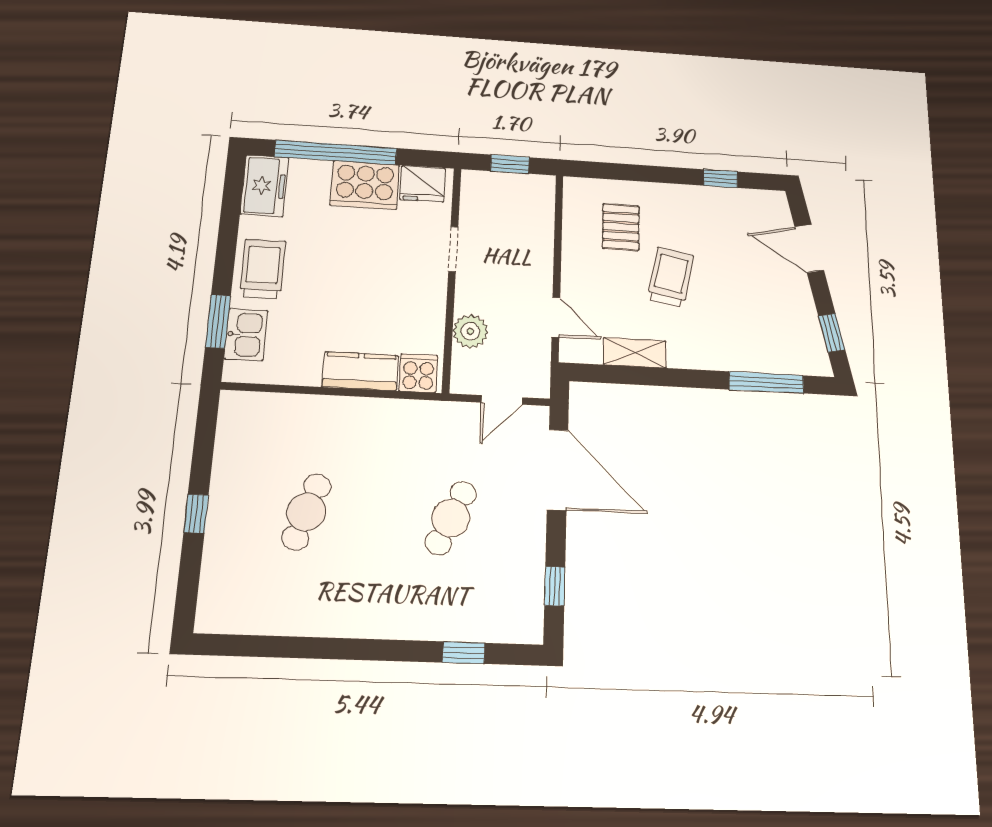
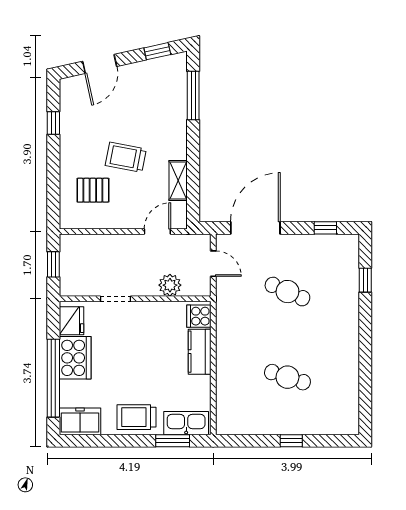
kitchen sink: (246, 335) -> (186, 423), width x1.38

